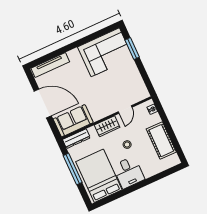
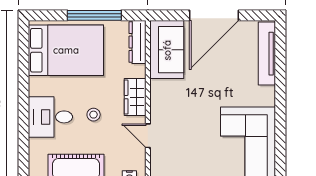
desk: (129, 172) -> (50, 117), moved

